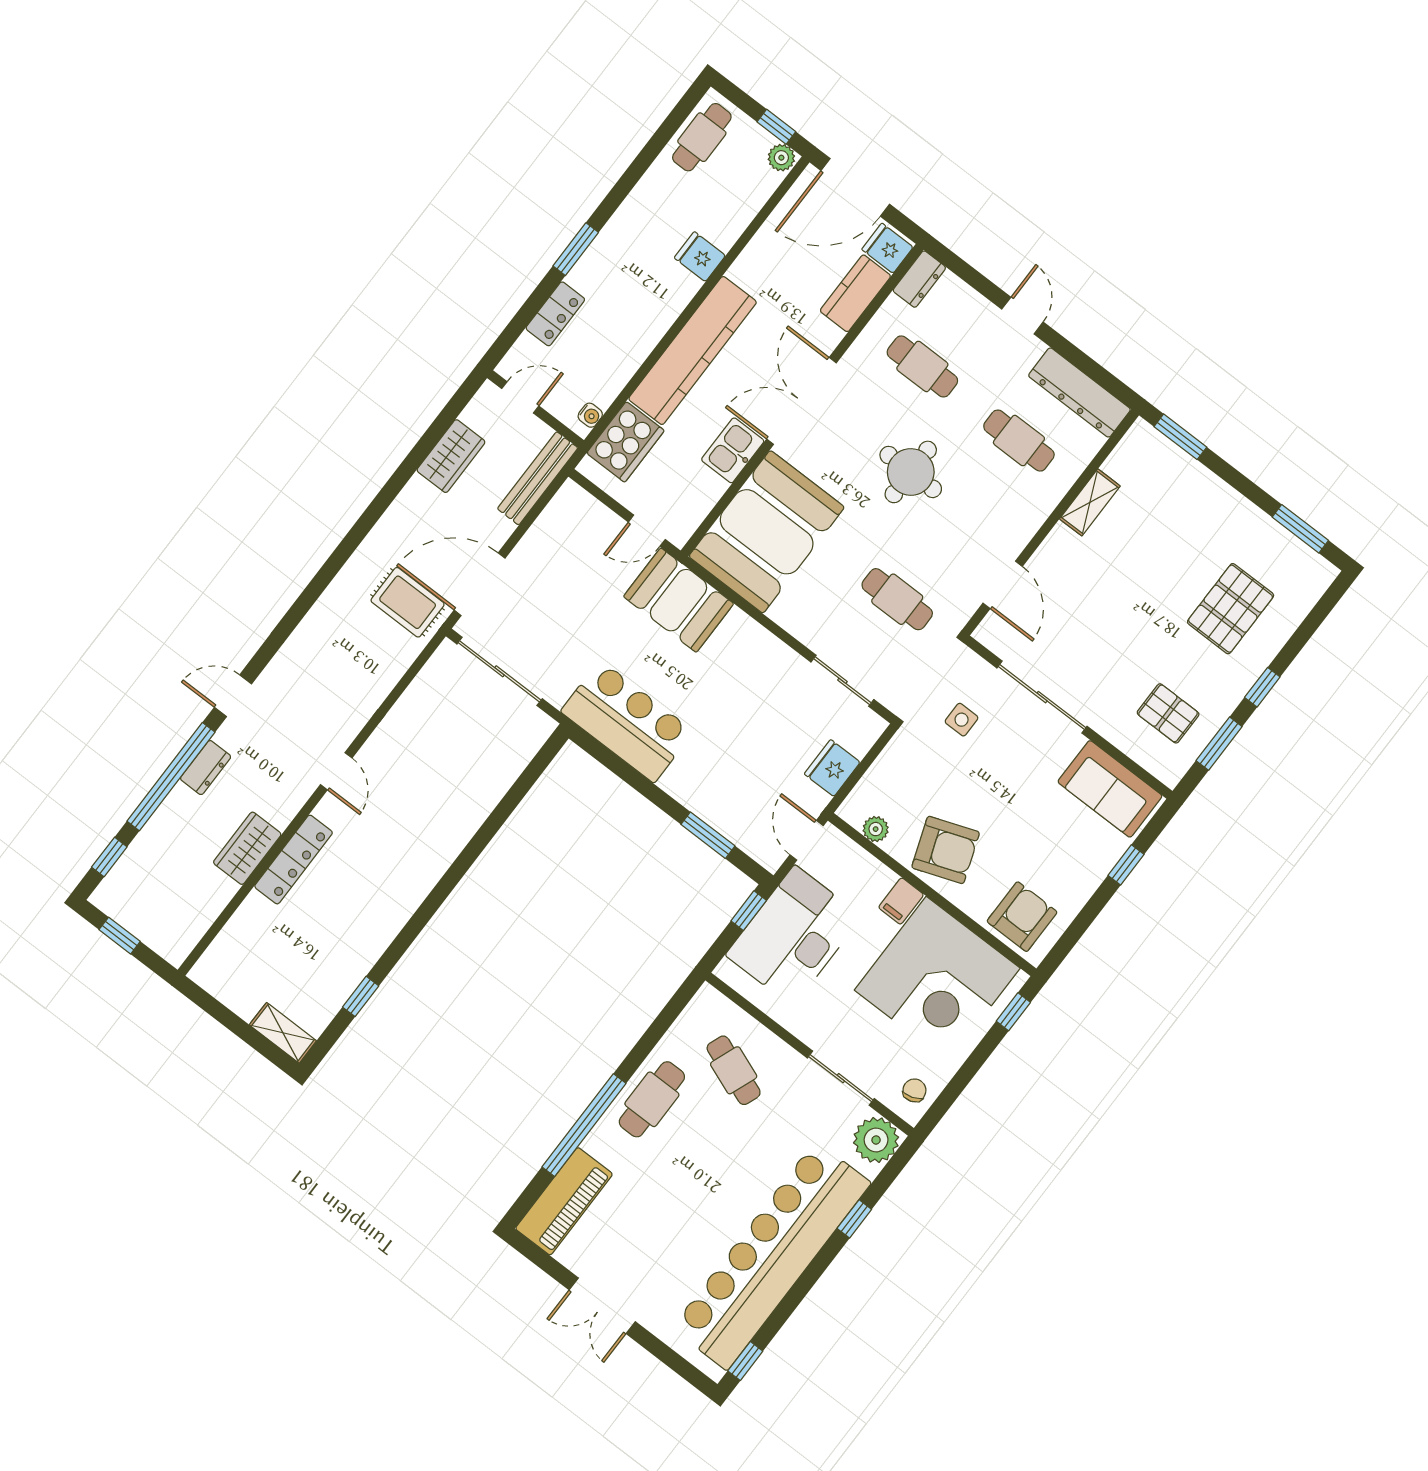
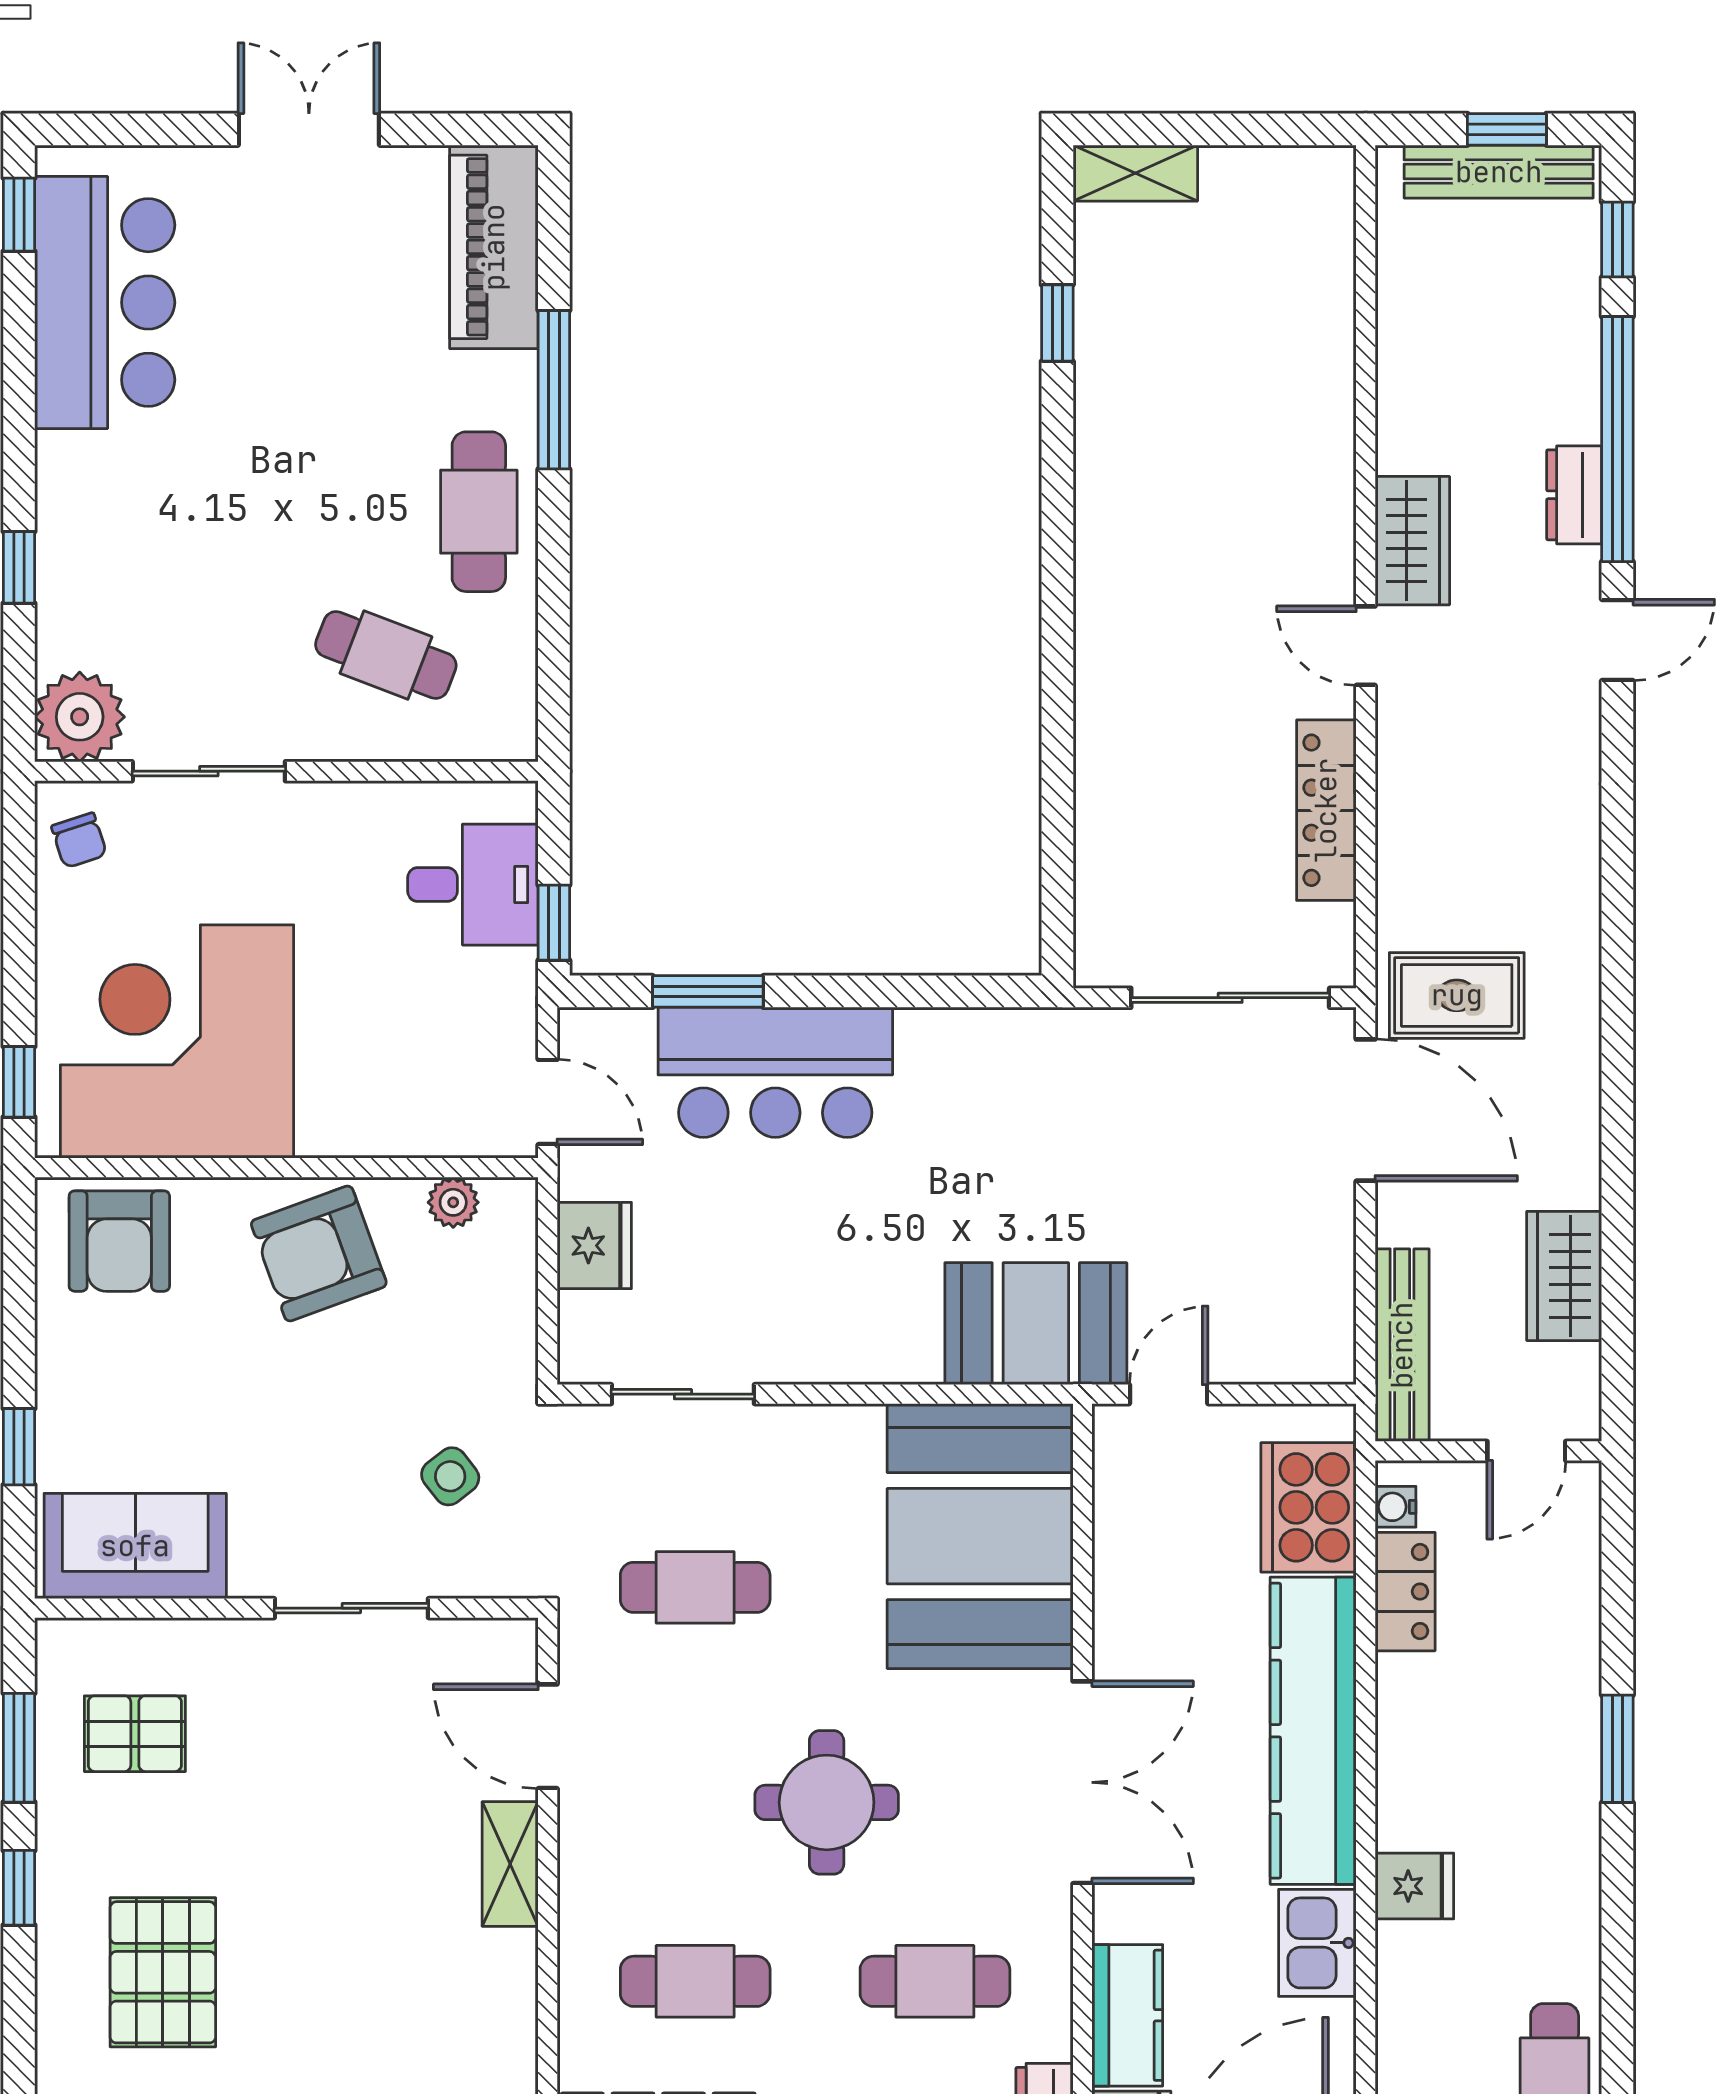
locker: (555, 314) -> (1405, 1592), moved, turned 180
kitchen sink: (733, 450) -> (1317, 1943), moved, turned 180
shelving: (1090, 502) -> (510, 1864), moved
door: (480, 584) -> (1366, 1110), hinge flipped
sliding door: (1042, 697) -> (351, 1608), width x0.73
side table: (962, 720) -> (450, 1476), turned -38
bar counter: (627, 721) -> (775, 1072), moved
wardrobe: (247, 848) -> (1412, 541), moved
locker: (294, 860) -> (1326, 810), moved
filing cabinet: (901, 901) -> (327, 1120), removed
bench: (136, 921) -> (1499, 172), added
desk: (794, 936) -> (473, 885), width x0.53, depth x0.77
window: (584, 1125) -> (554, 390), width x0.68
bar counter: (771, 1256) -> (105, 302), width x0.54

